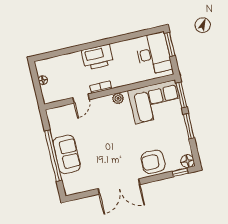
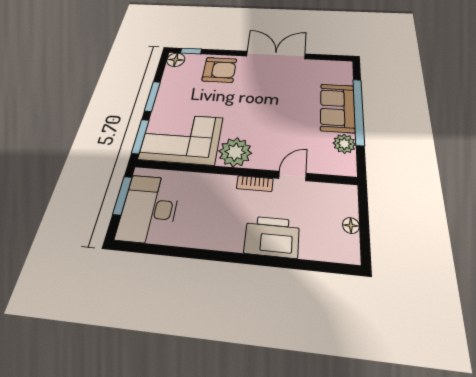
window: (170, 44) -> (123, 195), moved
printer: (98, 57) -> (272, 237), moved
plant: (118, 98) -> (235, 152), width x1.88, depth x1.88
plant: (57, 129) -> (344, 144), added

